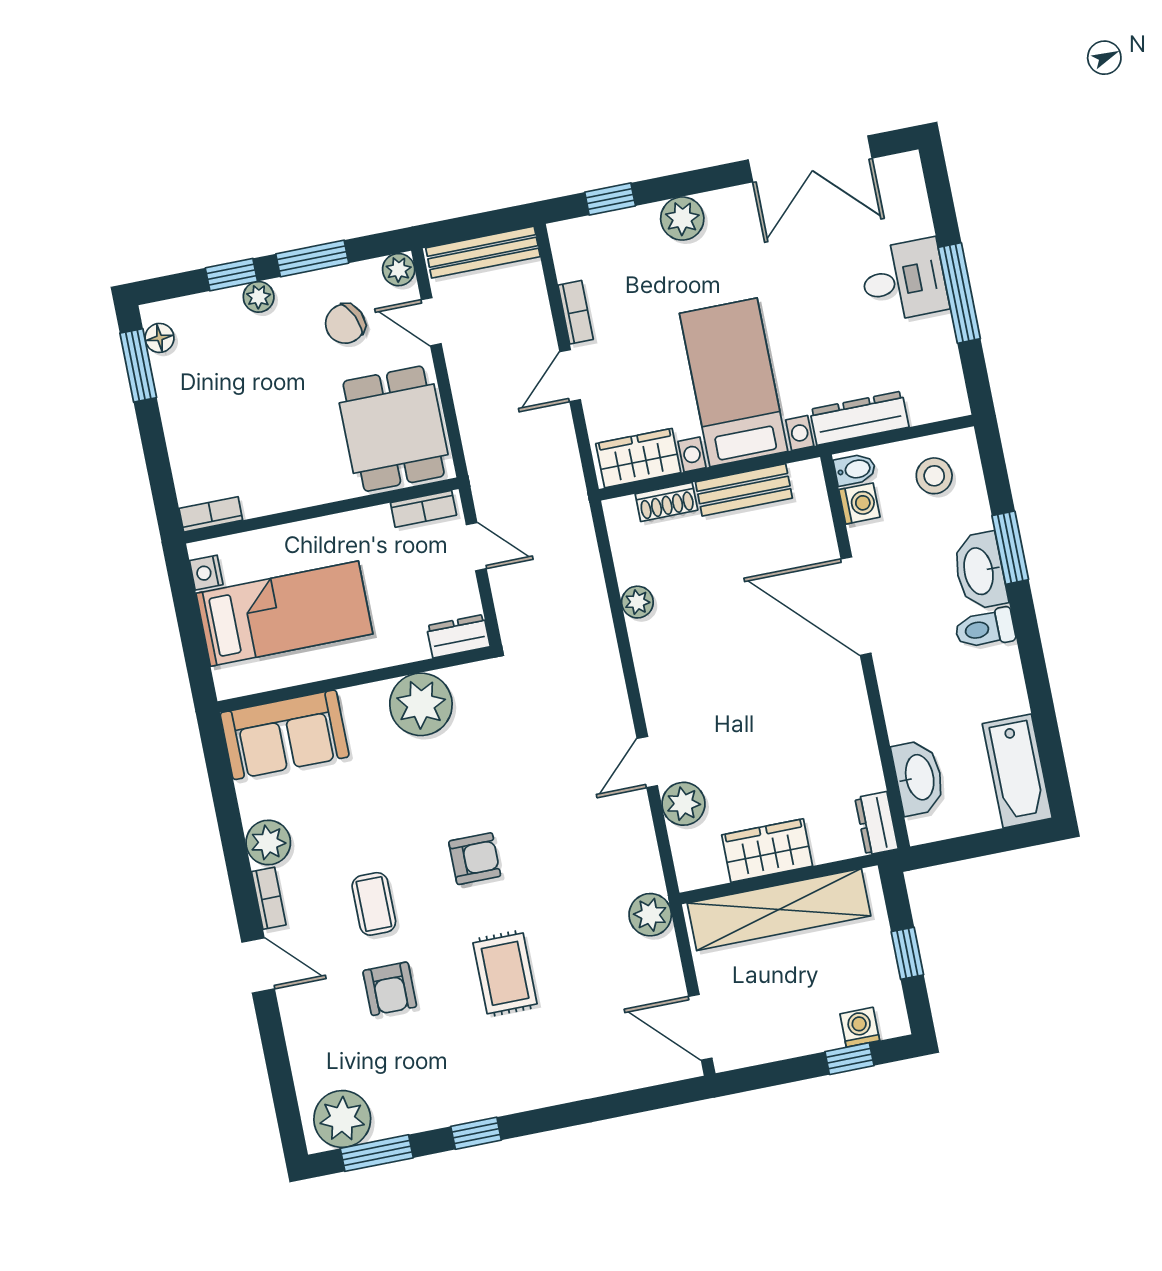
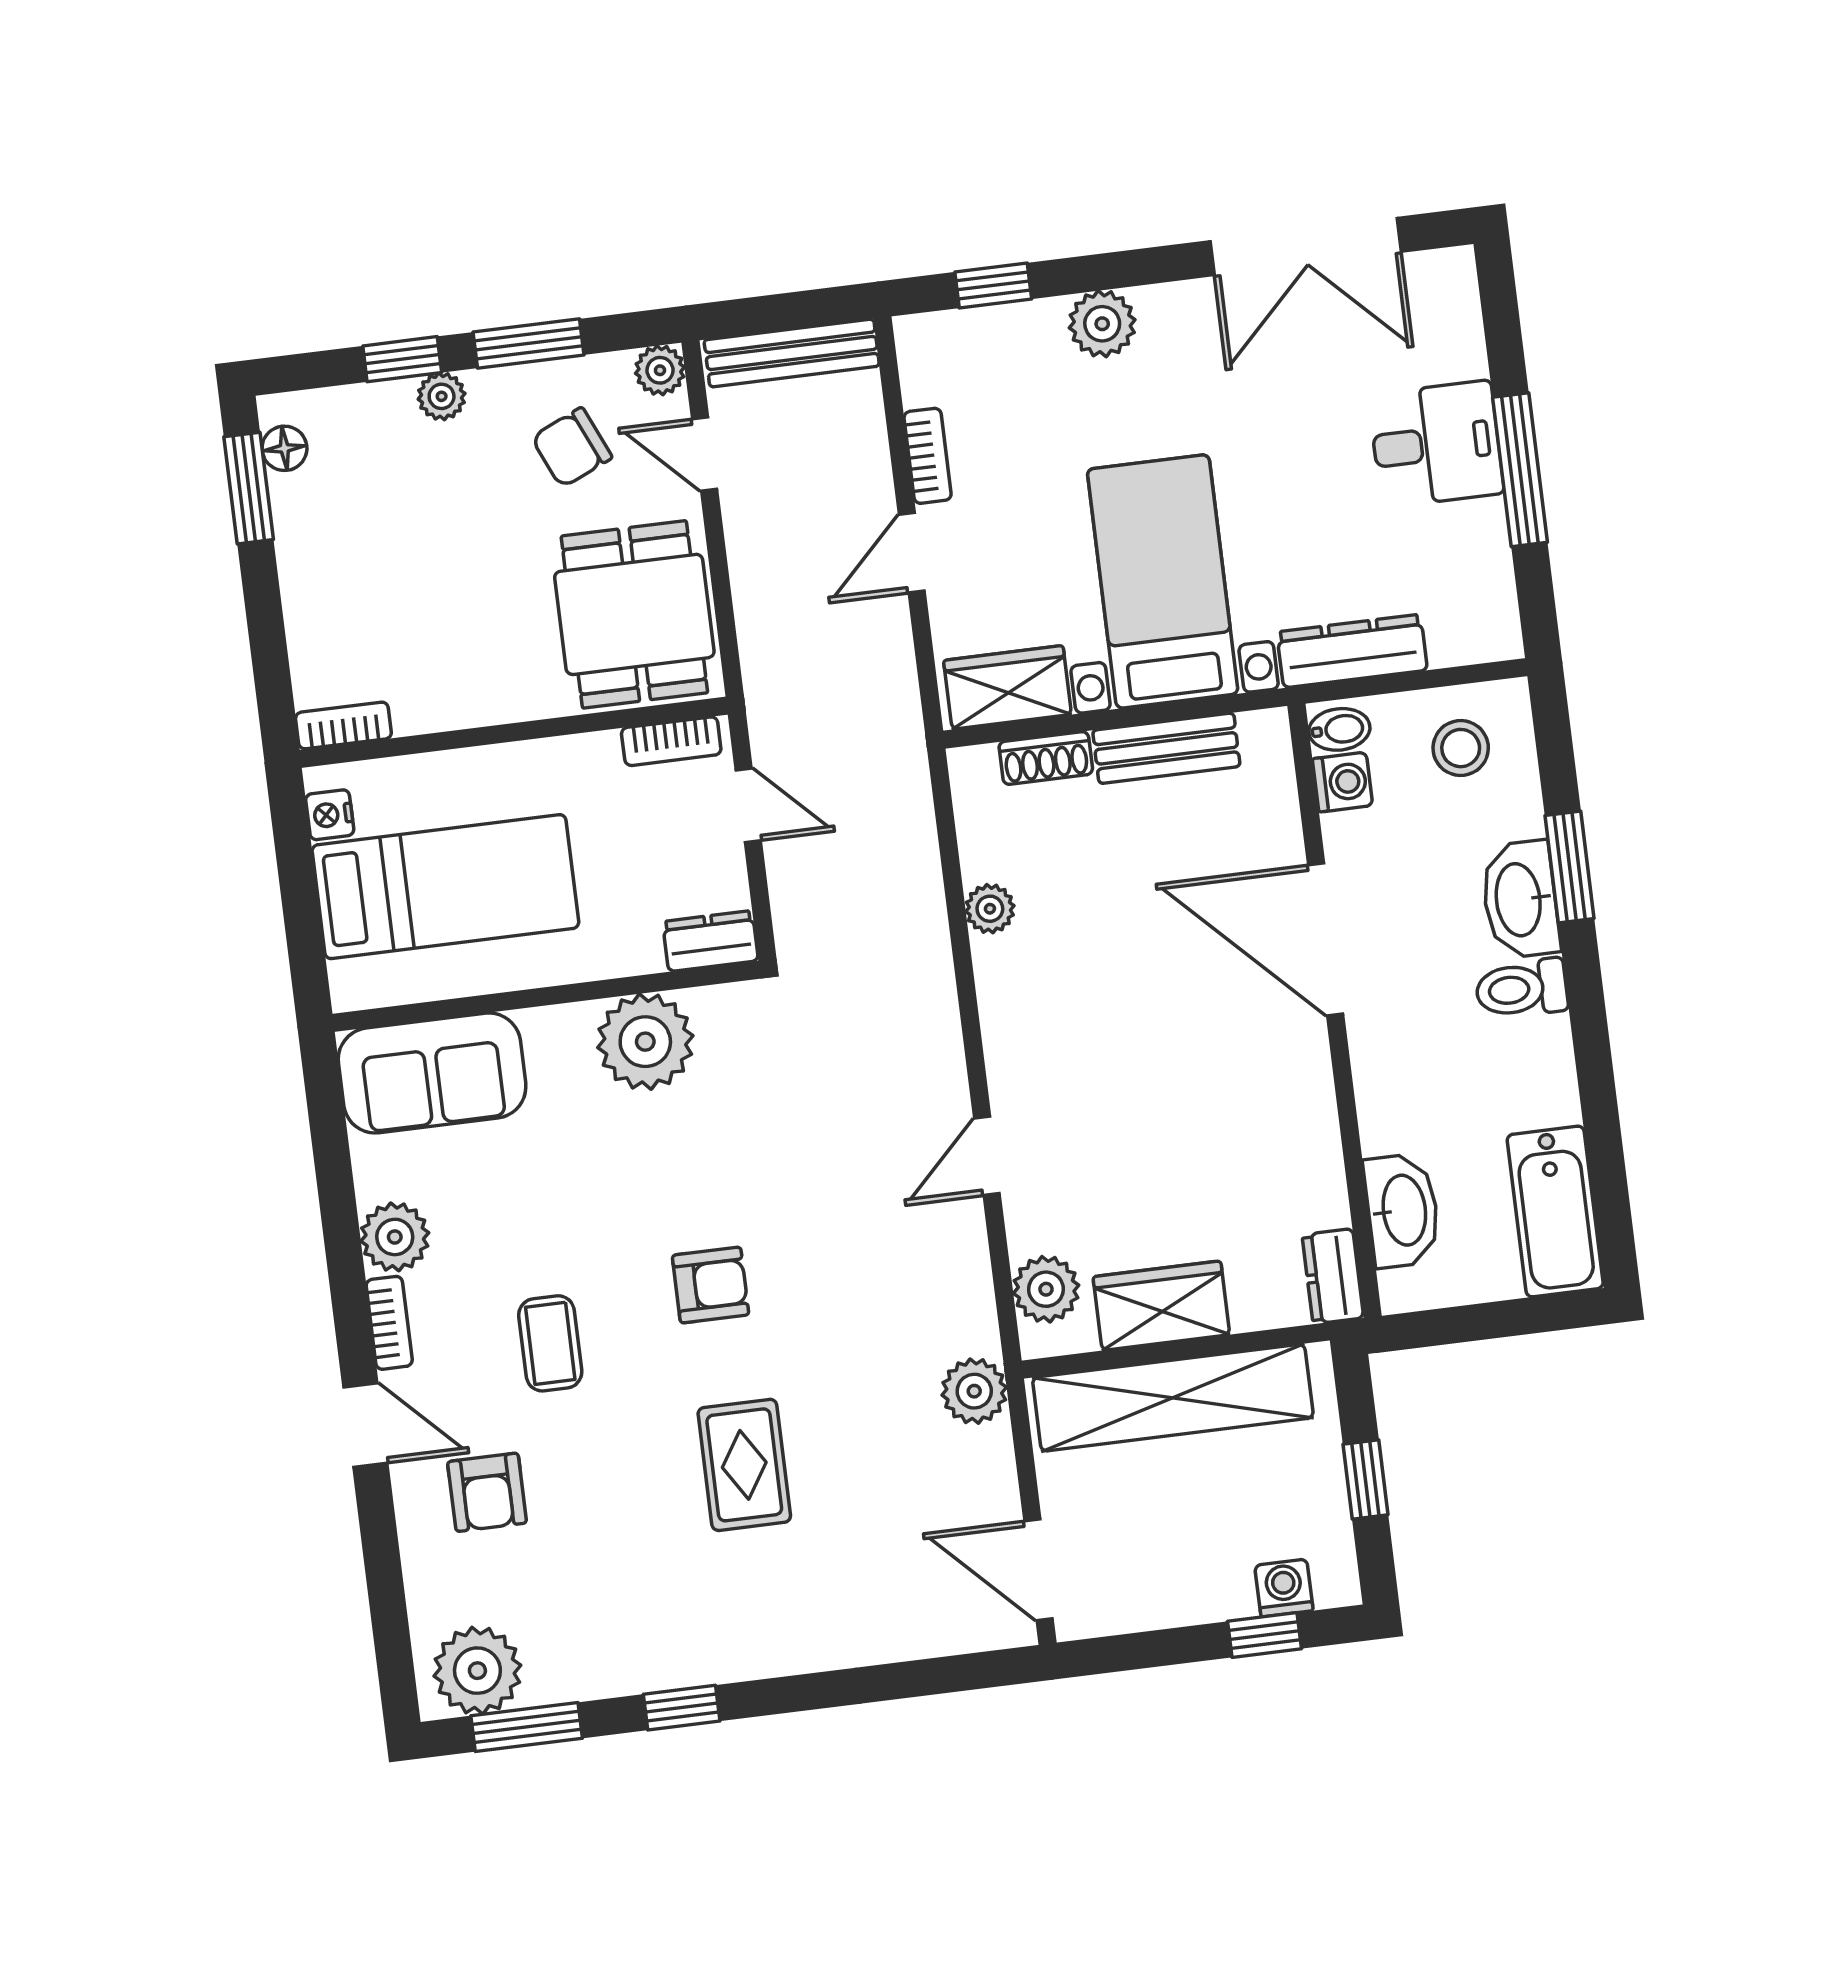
plant: (683, 804) -> (1046, 1289), moved
armchair: (390, 989) -> (487, 1492), moved

